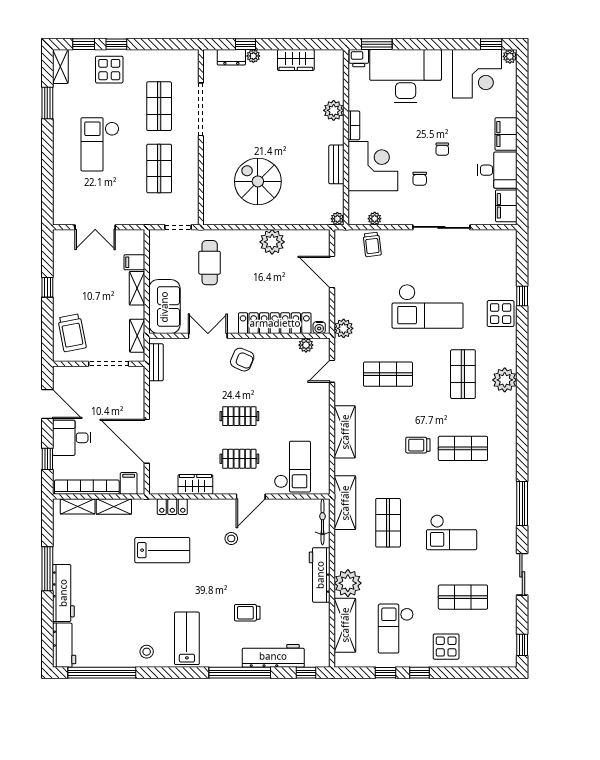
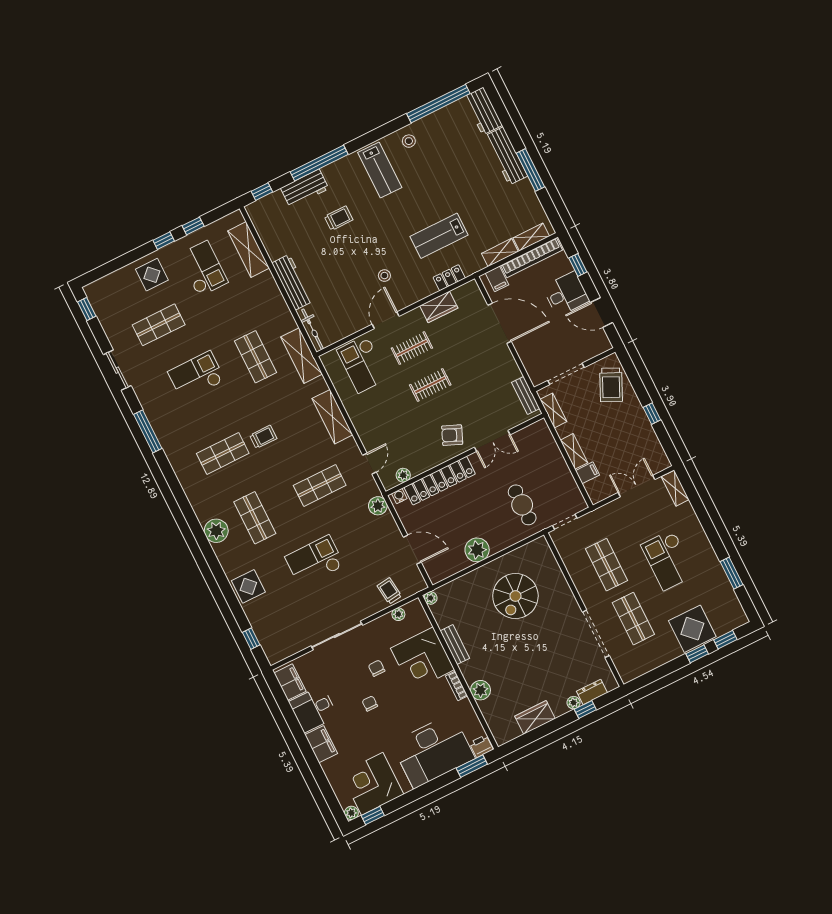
shelving: (60, 66) -> (675, 488), moved
display table: (109, 70) -> (692, 629), width x1.36, depth x1.36
checkout: (100, 144) -> (668, 560), turned 180
spiral stairs: (258, 181) -> (515, 596), turned 90
window: (522, 296) -> (251, 639), moved
checkout: (428, 306) -> (315, 561), width x0.73, depth x0.83
sofa: (164, 307) -> (542, 447), removed
trolley: (72, 333) -> (611, 385), turned -144
plant: (348, 583) -> (264, 287), removed
workbench: (273, 656) -> (305, 188), width x0.73

